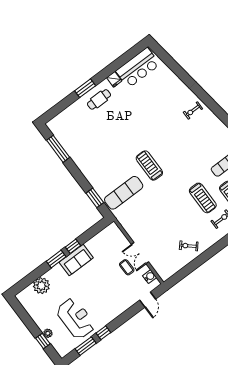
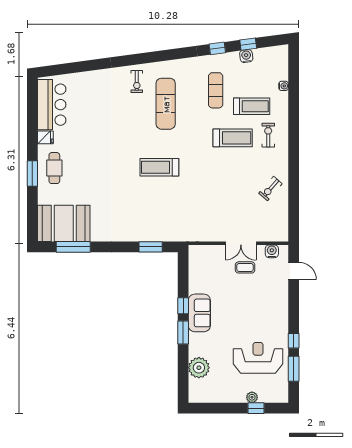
booth: (69, 132) -> (64, 223), added
exercise mat: (124, 193) -> (166, 104), moved

